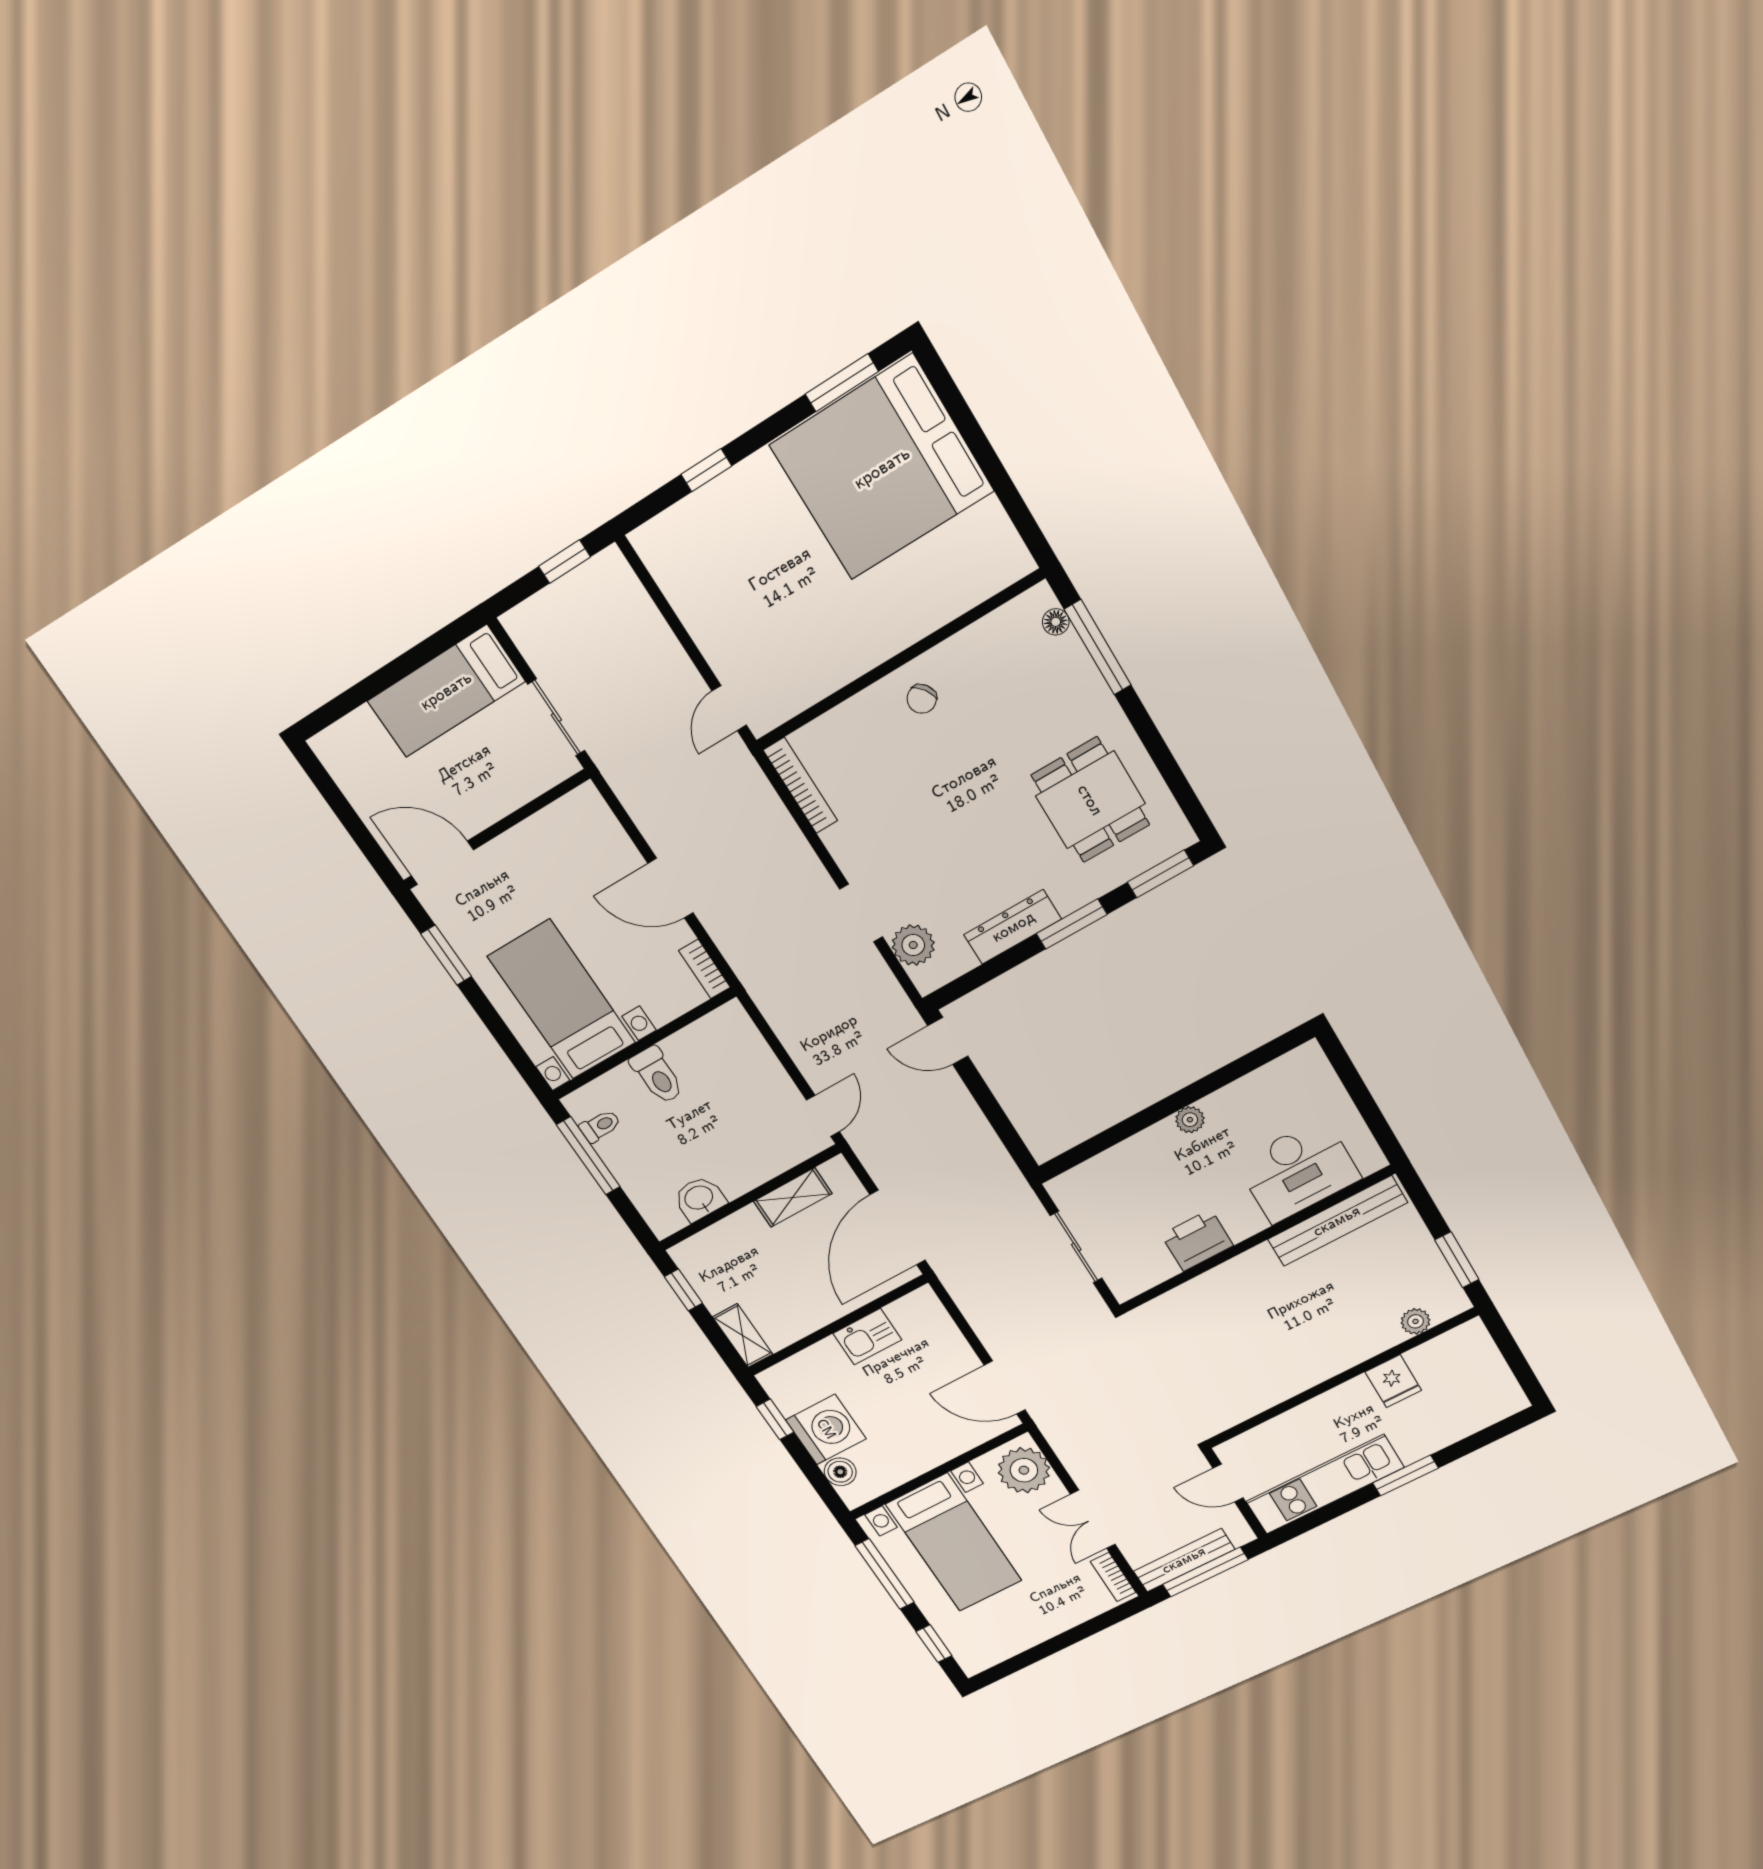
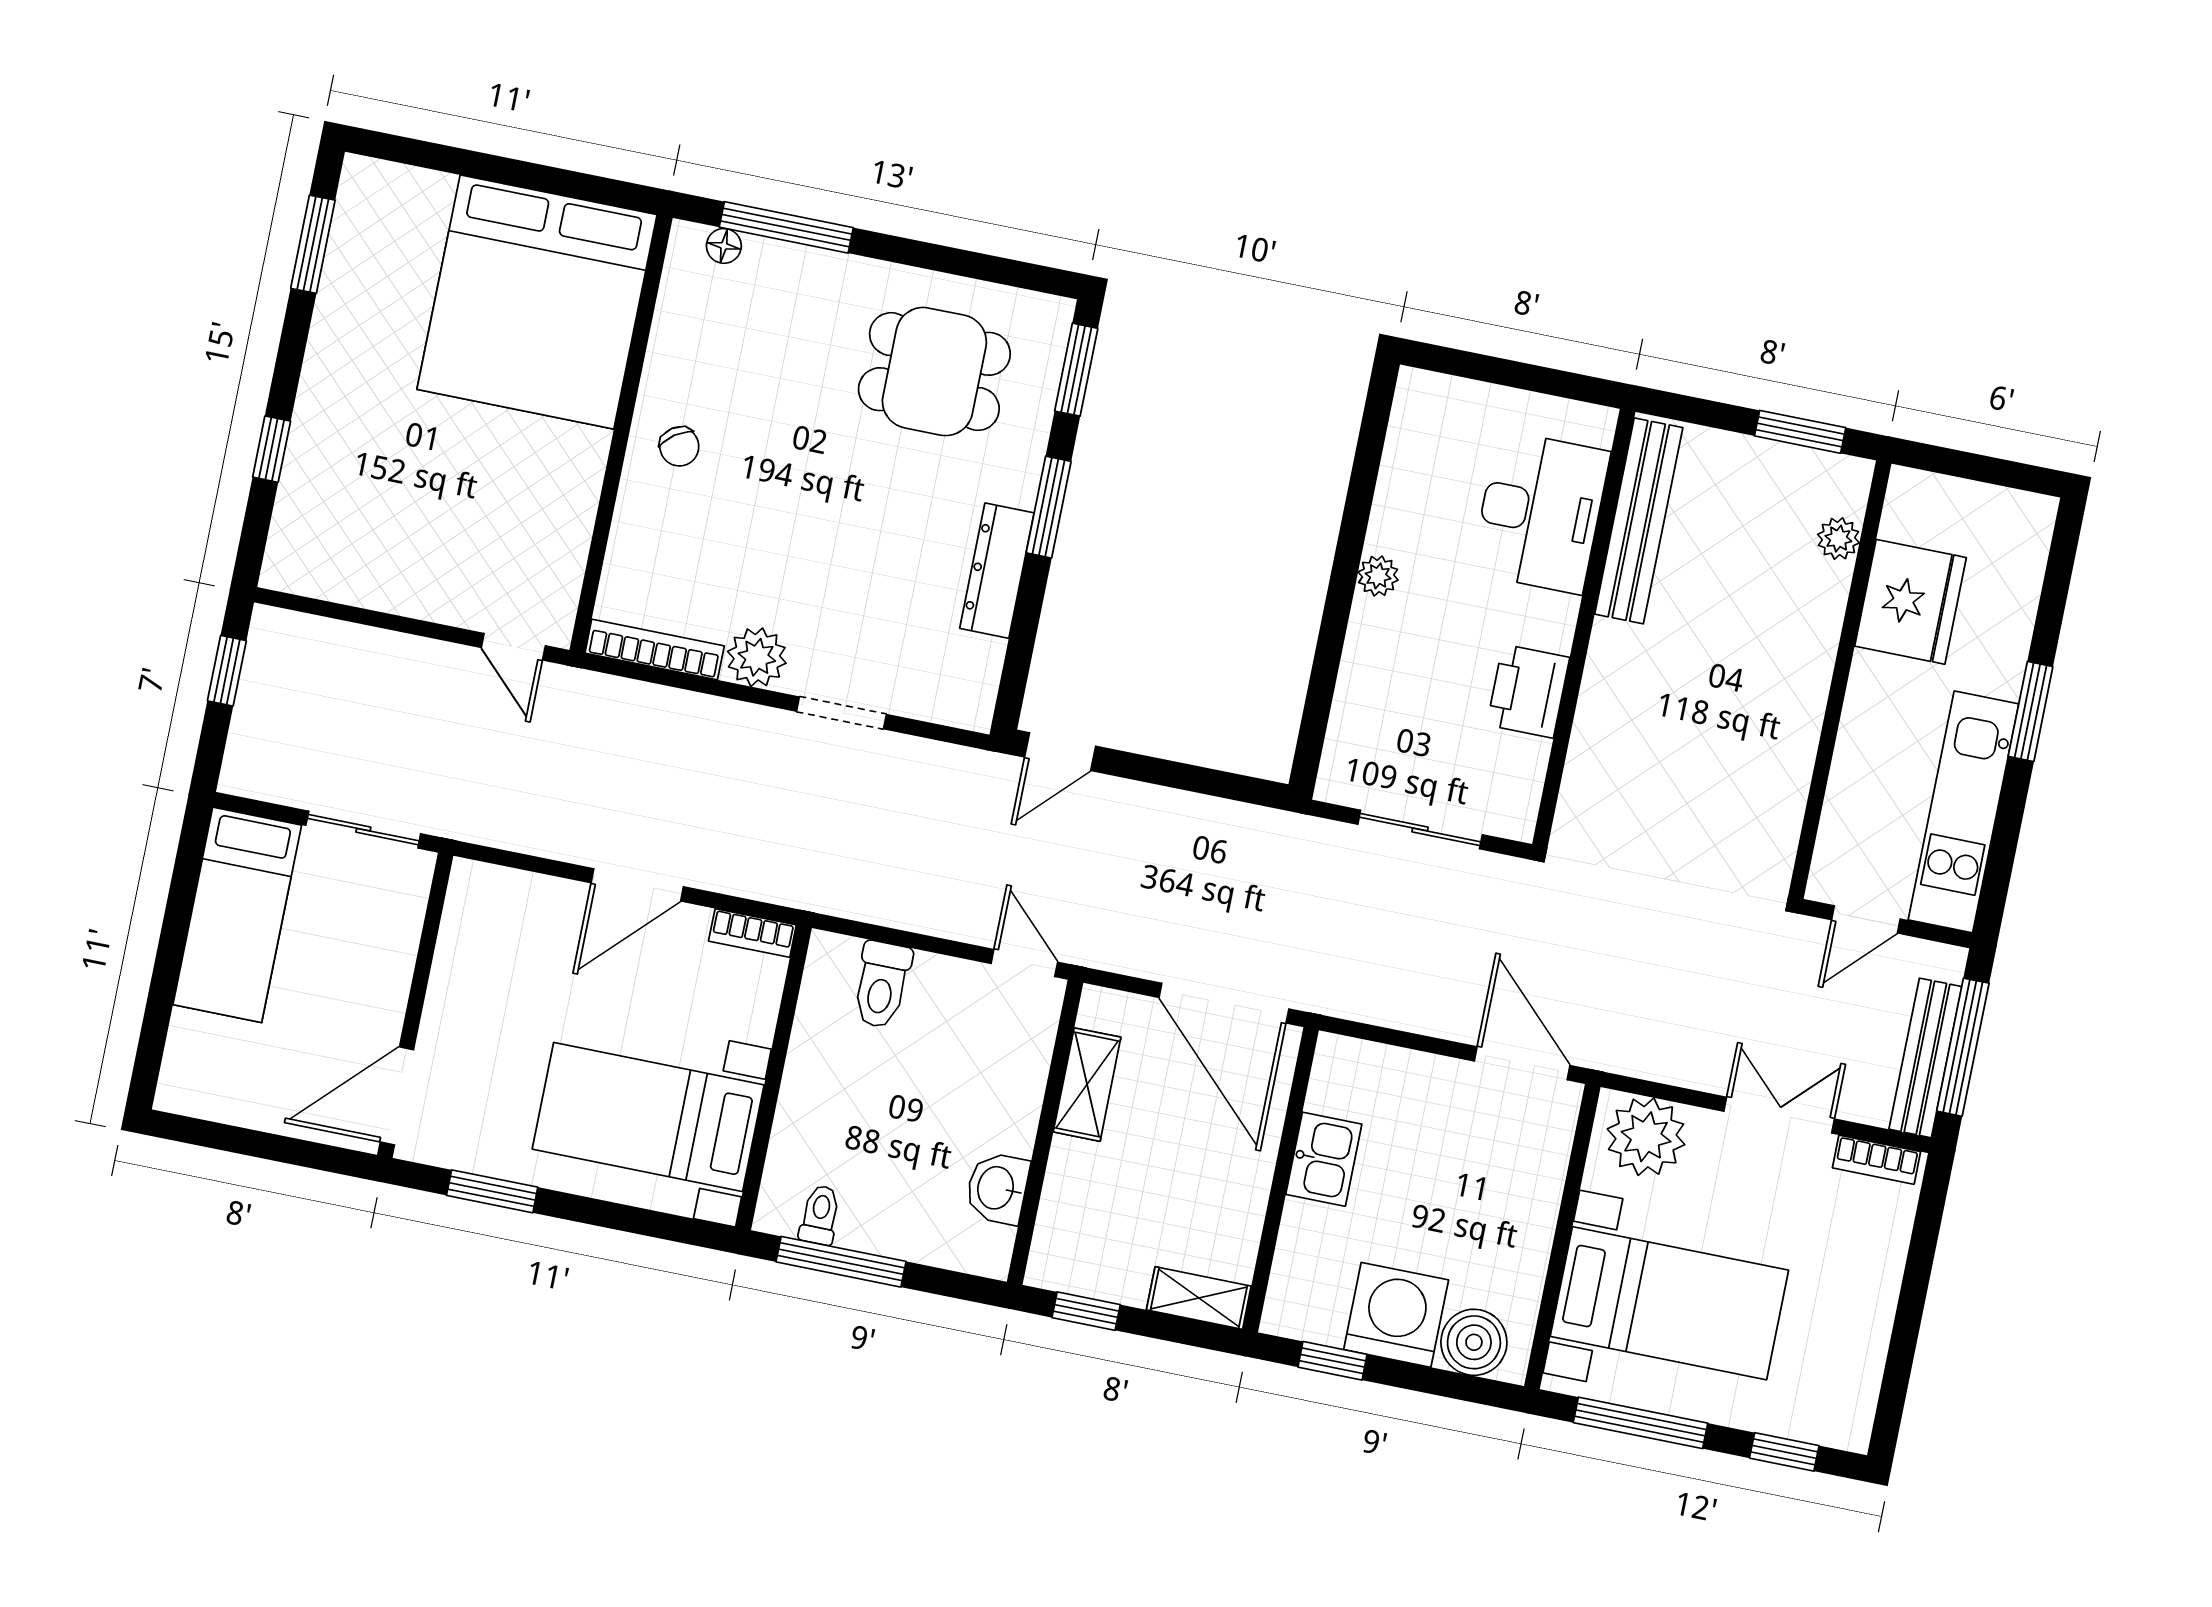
bed: (882, 468) -> (537, 302), moved
plant: (913, 945) -> (757, 657), moved
toilet: (657, 1075) -> (882, 985), moved, turned 90
fridge: (1393, 1381) -> (1911, 602), width x1.88, depth x1.34
door: (1005, 1388) -> (1522, 1063), swing flipped
boiler: (840, 1472) -> (1474, 1342), width x1.36, depth x1.36
double door: (1093, 1519) -> (1779, 1115), swing flipped

